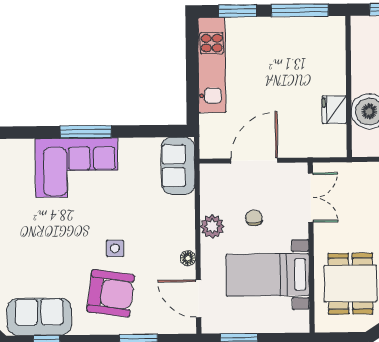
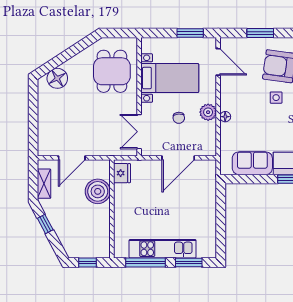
kitchen unit: (212, 65) -> (163, 249), moved, turned 90
fridge: (334, 110) -> (122, 173), moved
sofa: (178, 166) -> (252, 163), moved, turned -90
floor lamp: (188, 258) -> (225, 117), moved

